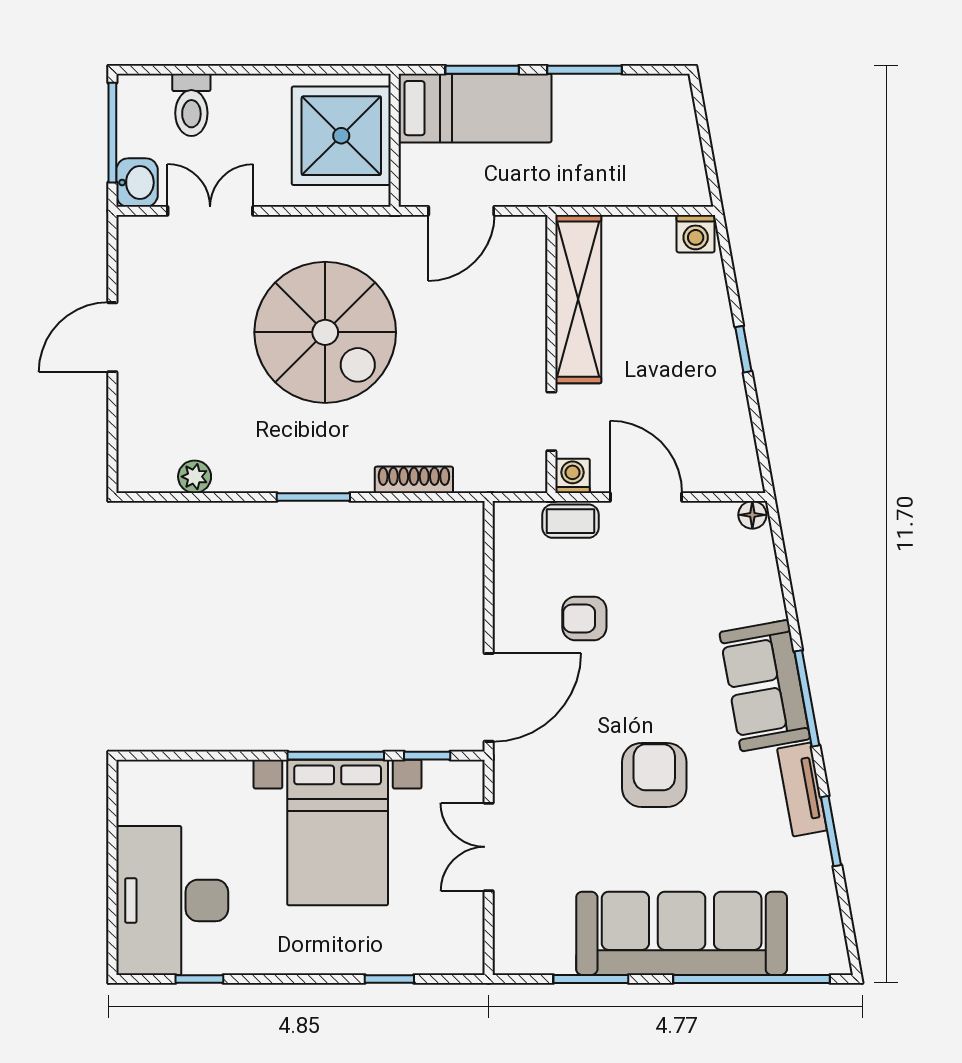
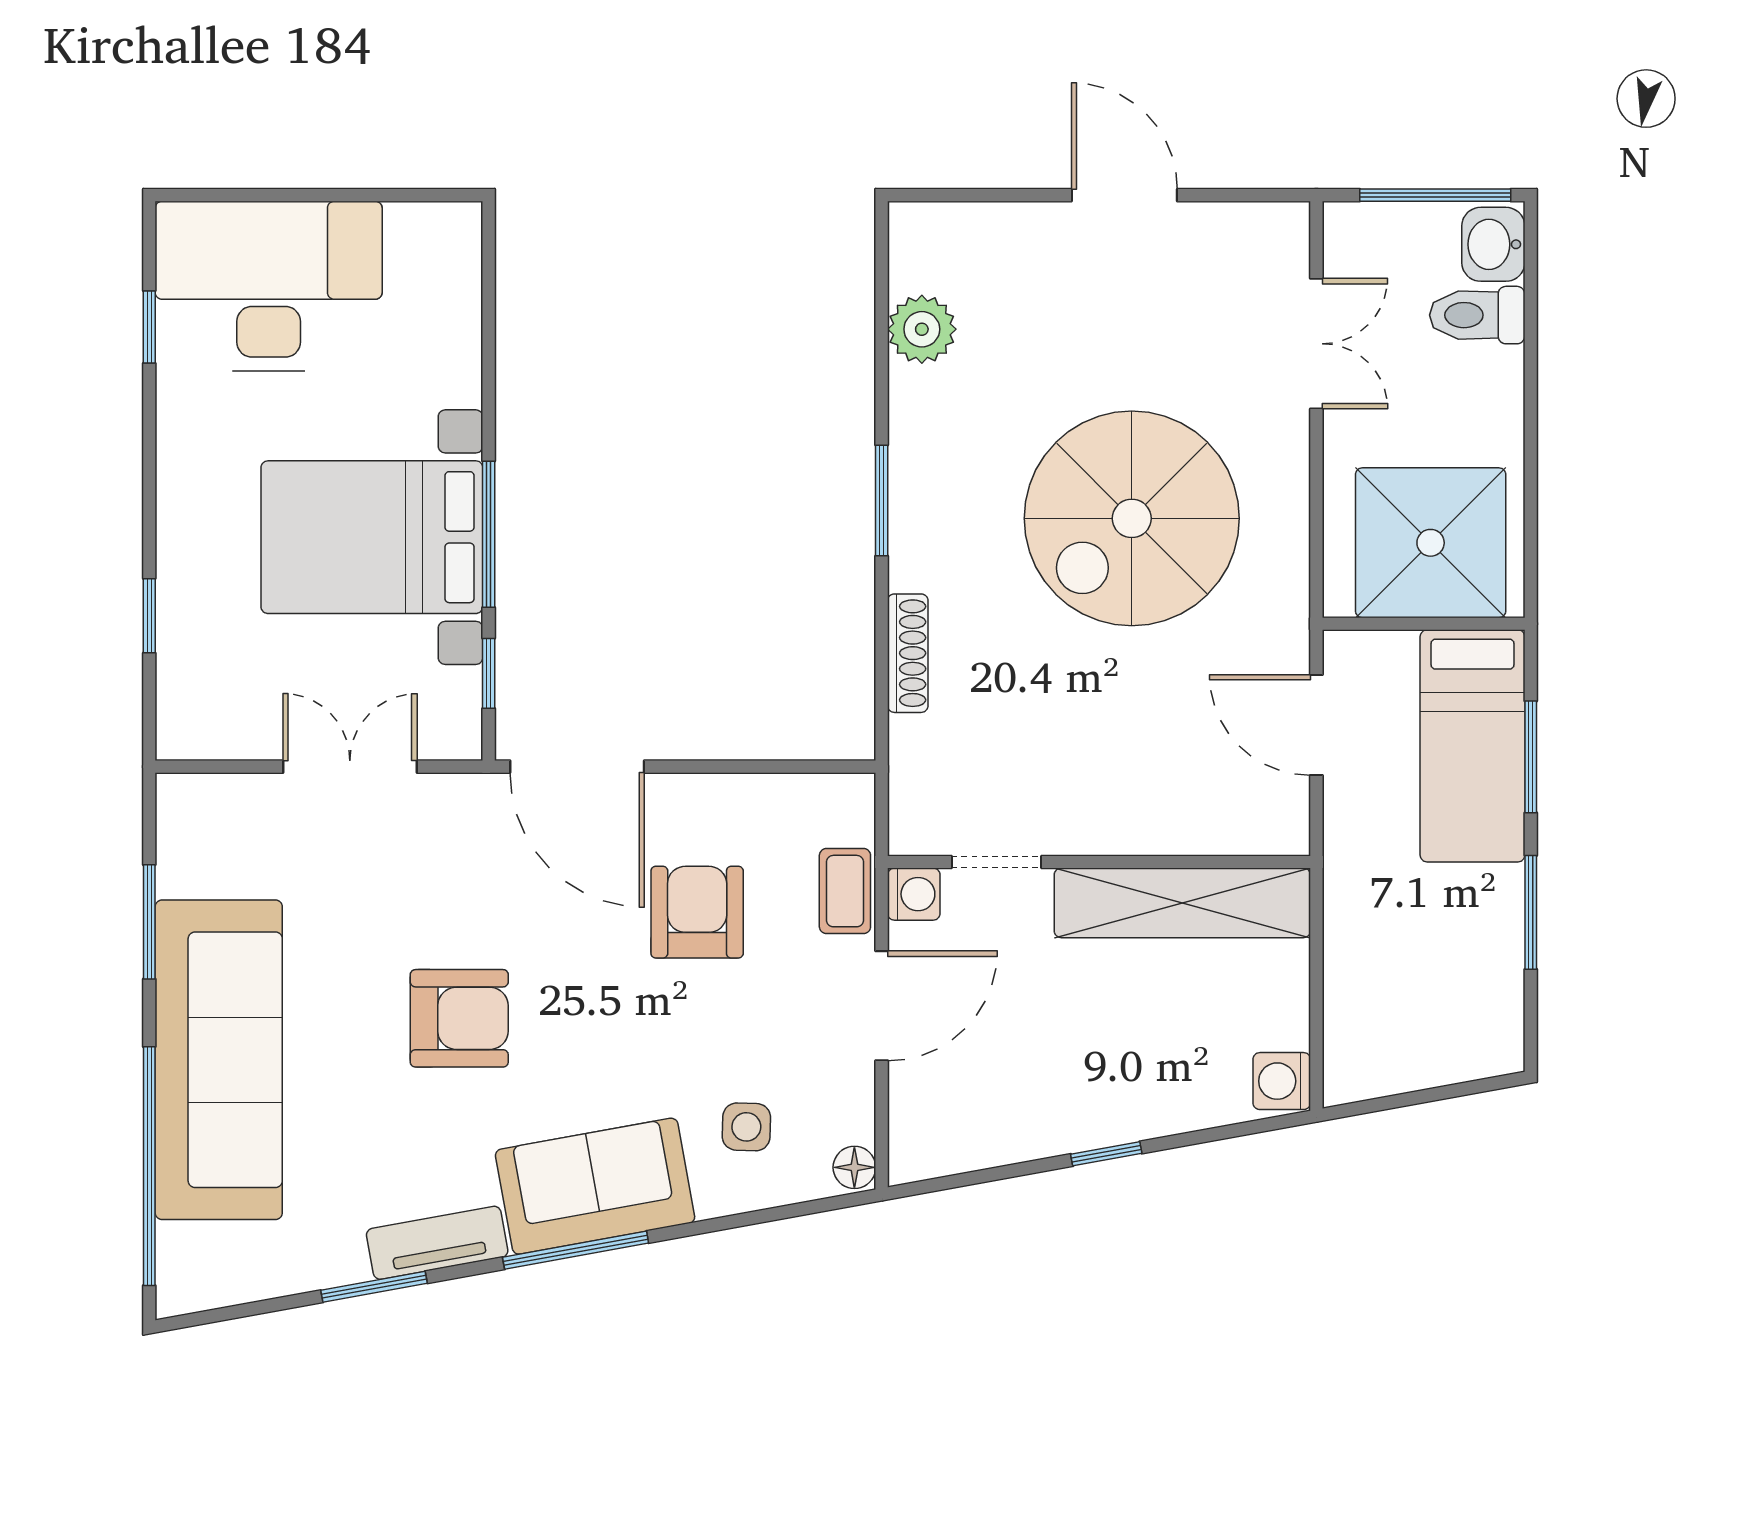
washbasin: (137, 183) -> (1493, 244), moved, turned 90
plant: (195, 477) -> (922, 329), width x1.38, depth x1.38
side table: (726, 586) -> (746, 1127), added
armchair: (584, 618) -> (697, 912), width x1.38, depth x1.38

